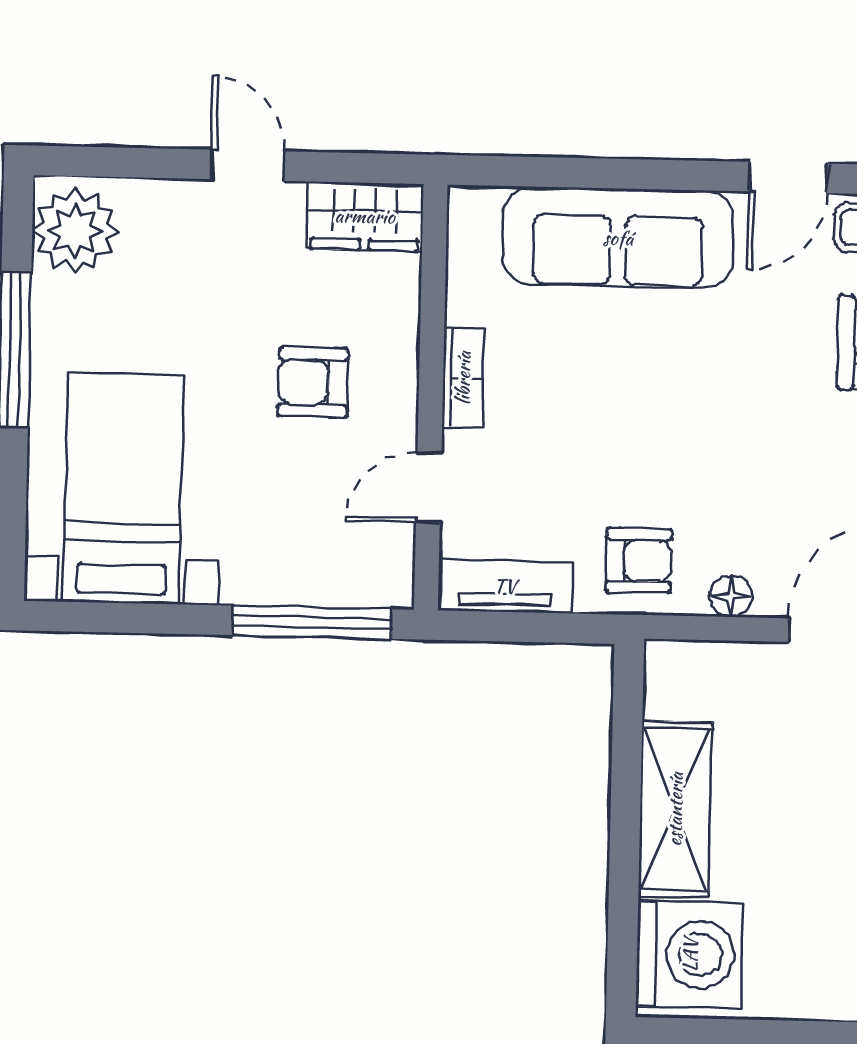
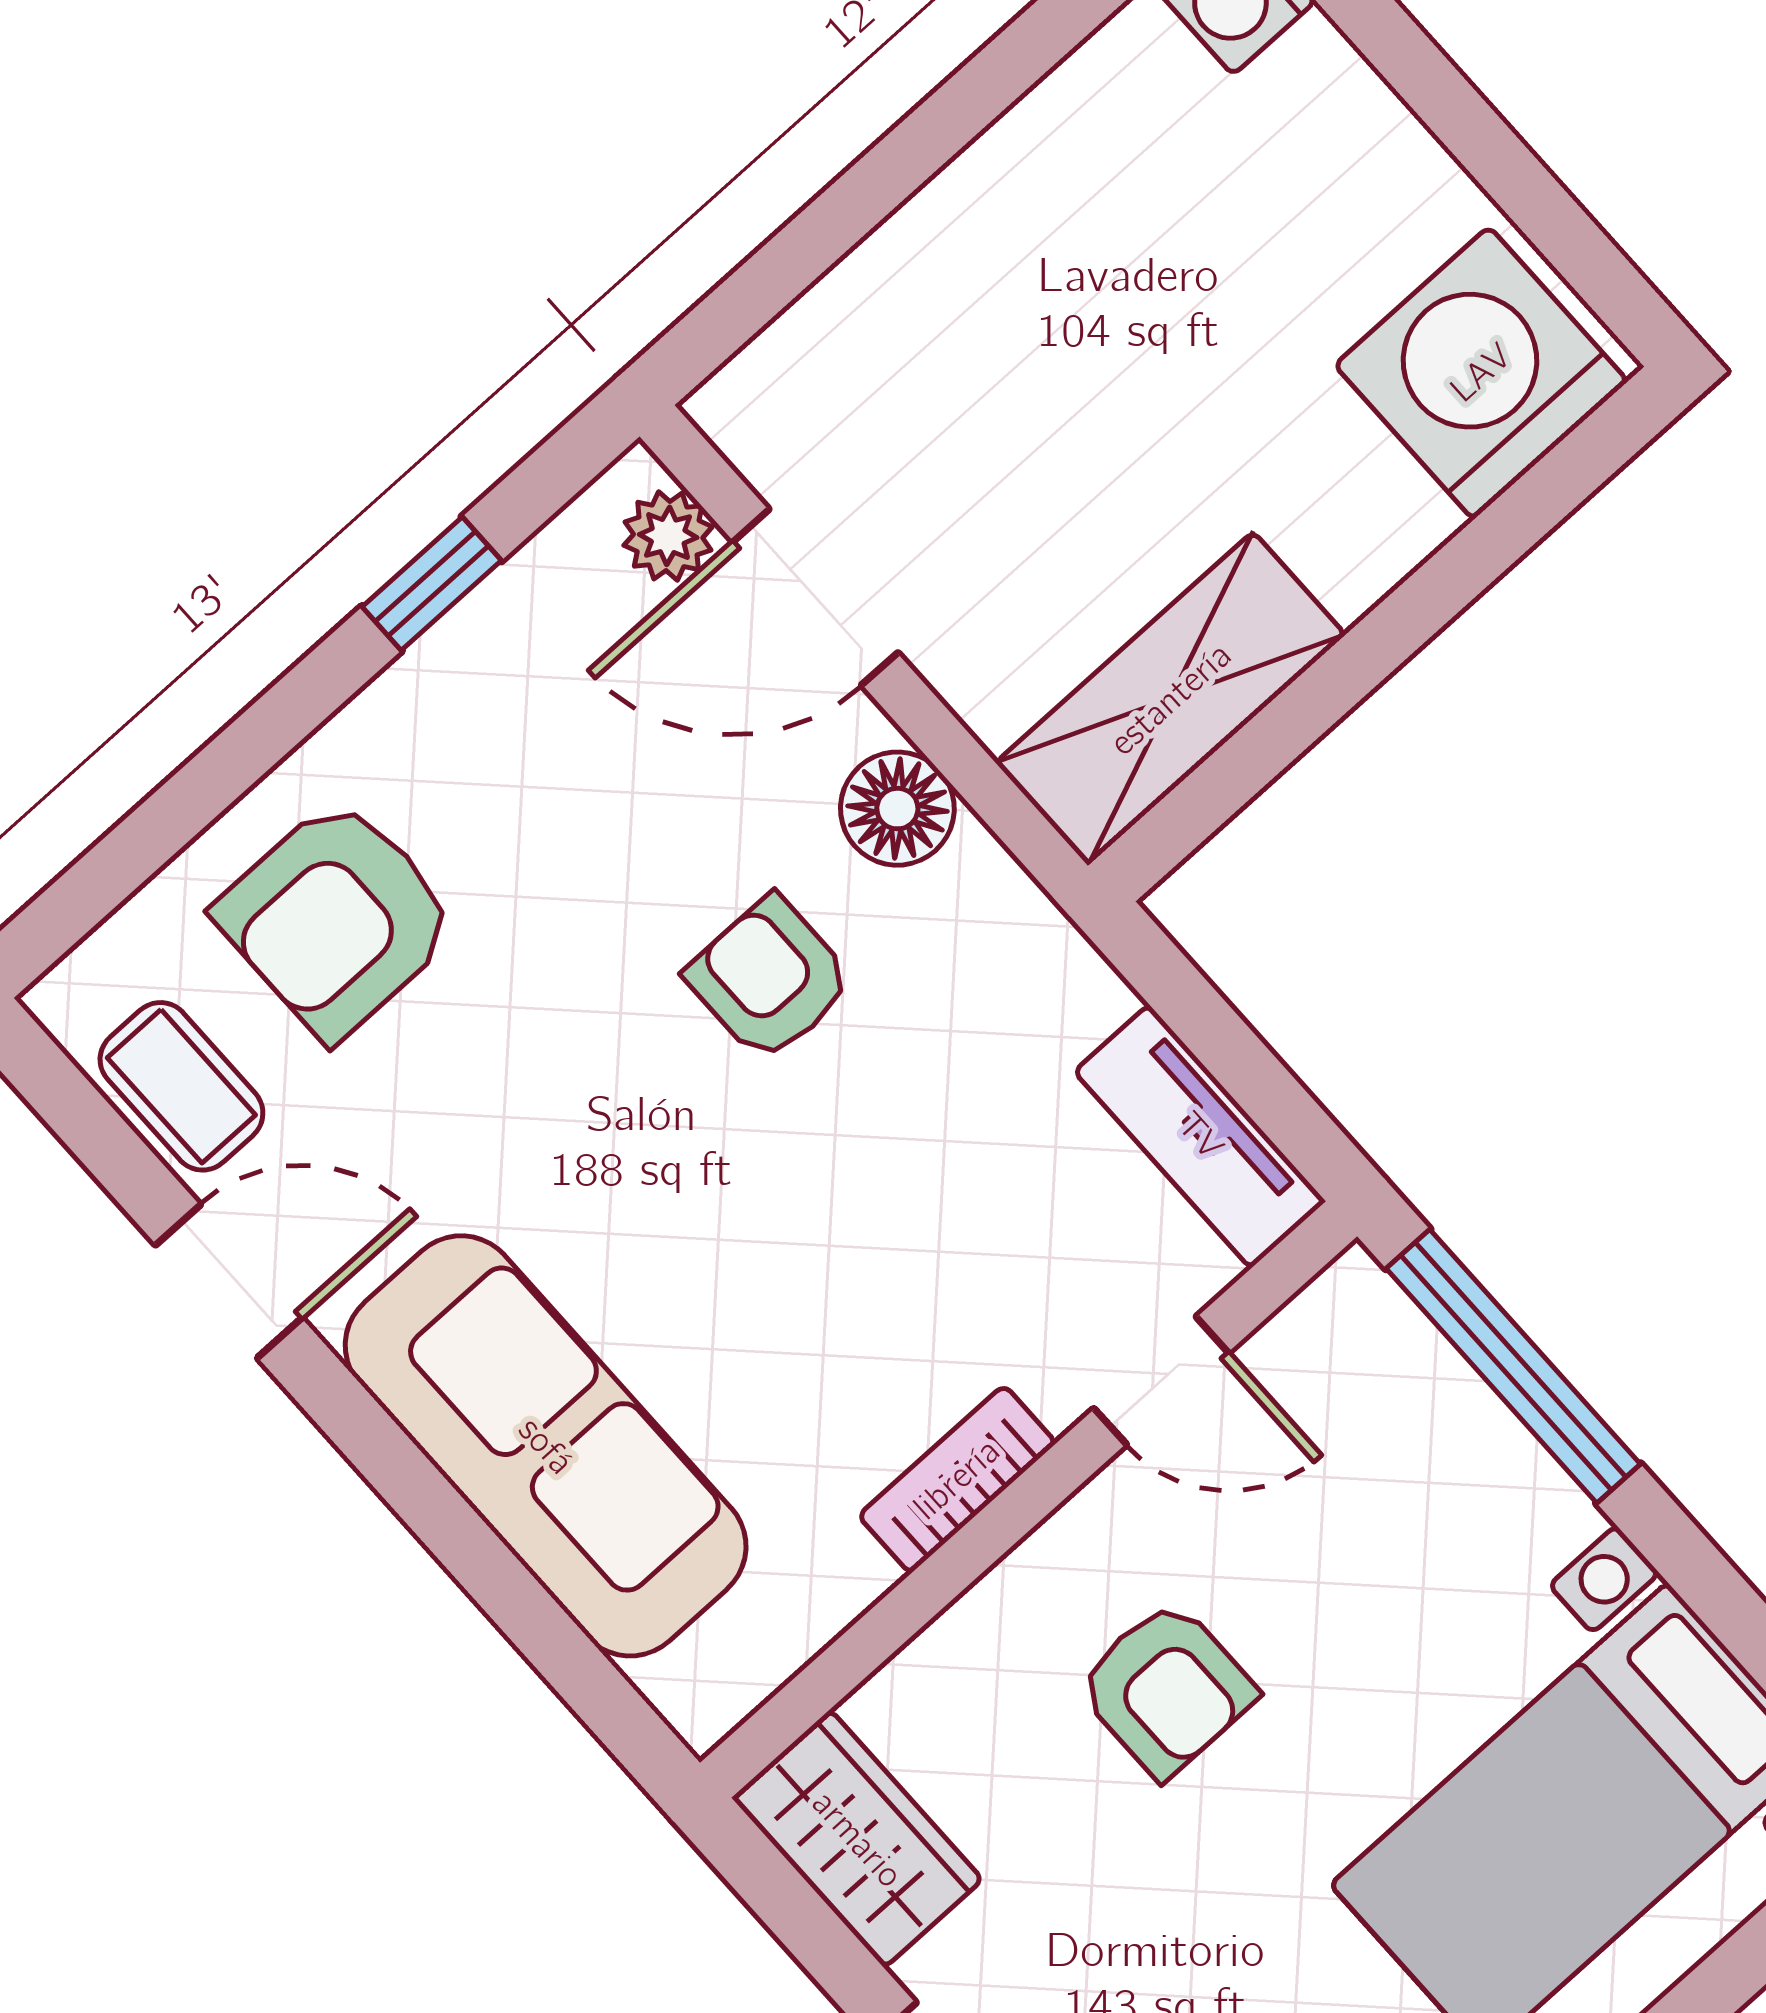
armchair: (639, 561) -> (770, 979), moved
floor lamp: (731, 596) -> (897, 809), width x1.37, depth x1.37
shelving: (675, 809) -> (1171, 699), moved

